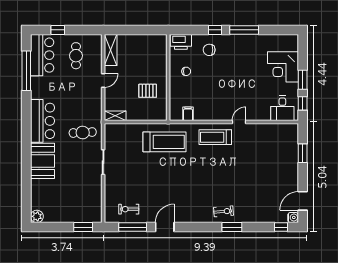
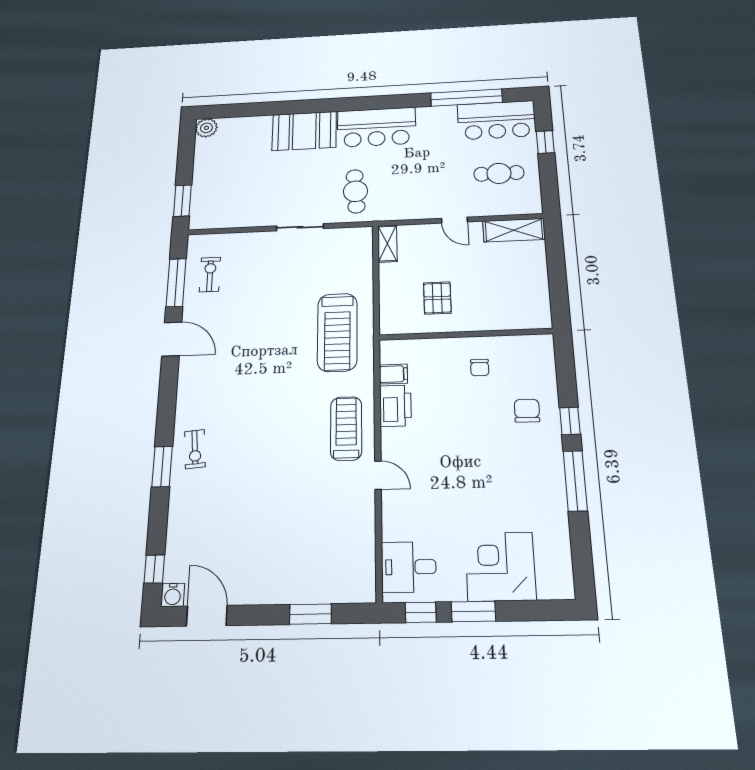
printer: (181, 42) -> (395, 406), moved, turned 180

